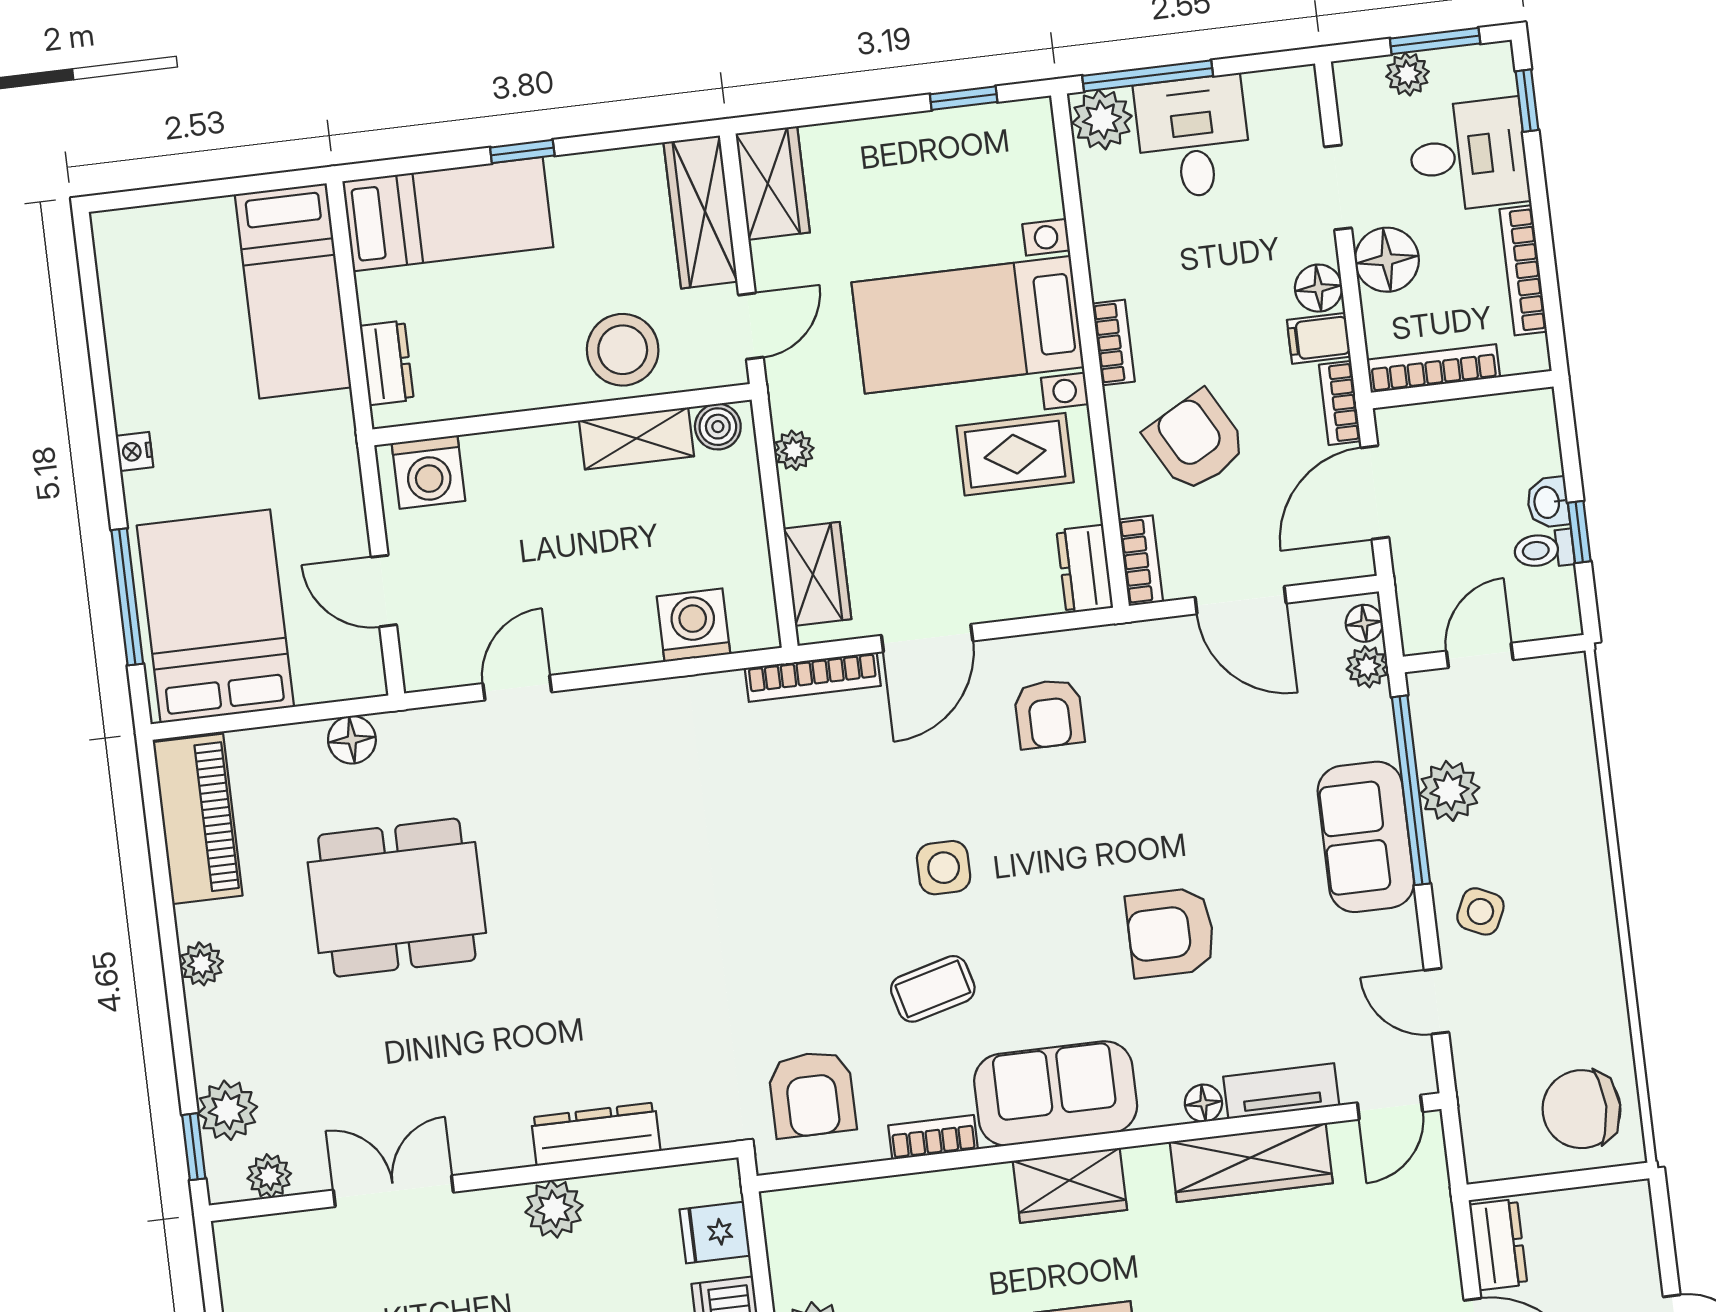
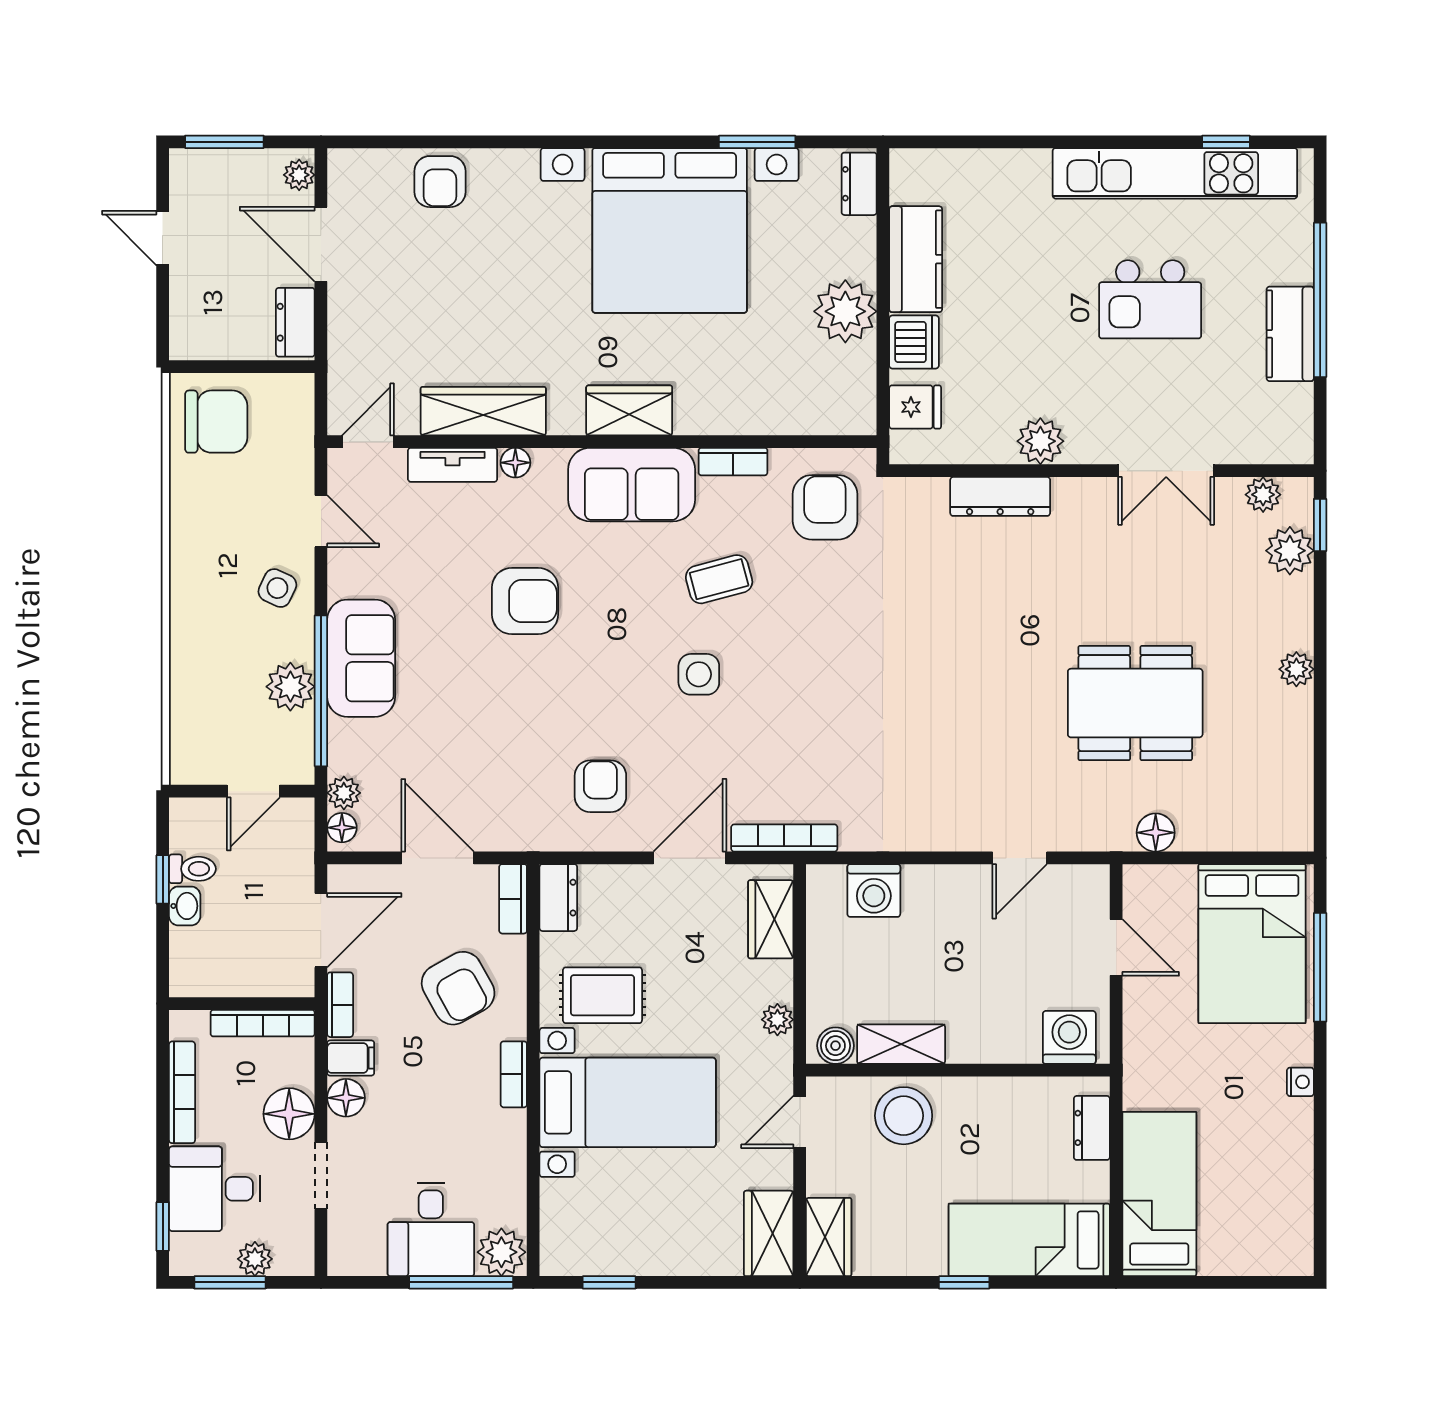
wardrobe: (700, 212) -> (829, 1237), width x0.67
piano: (198, 819) -> (1286, 785), removed

